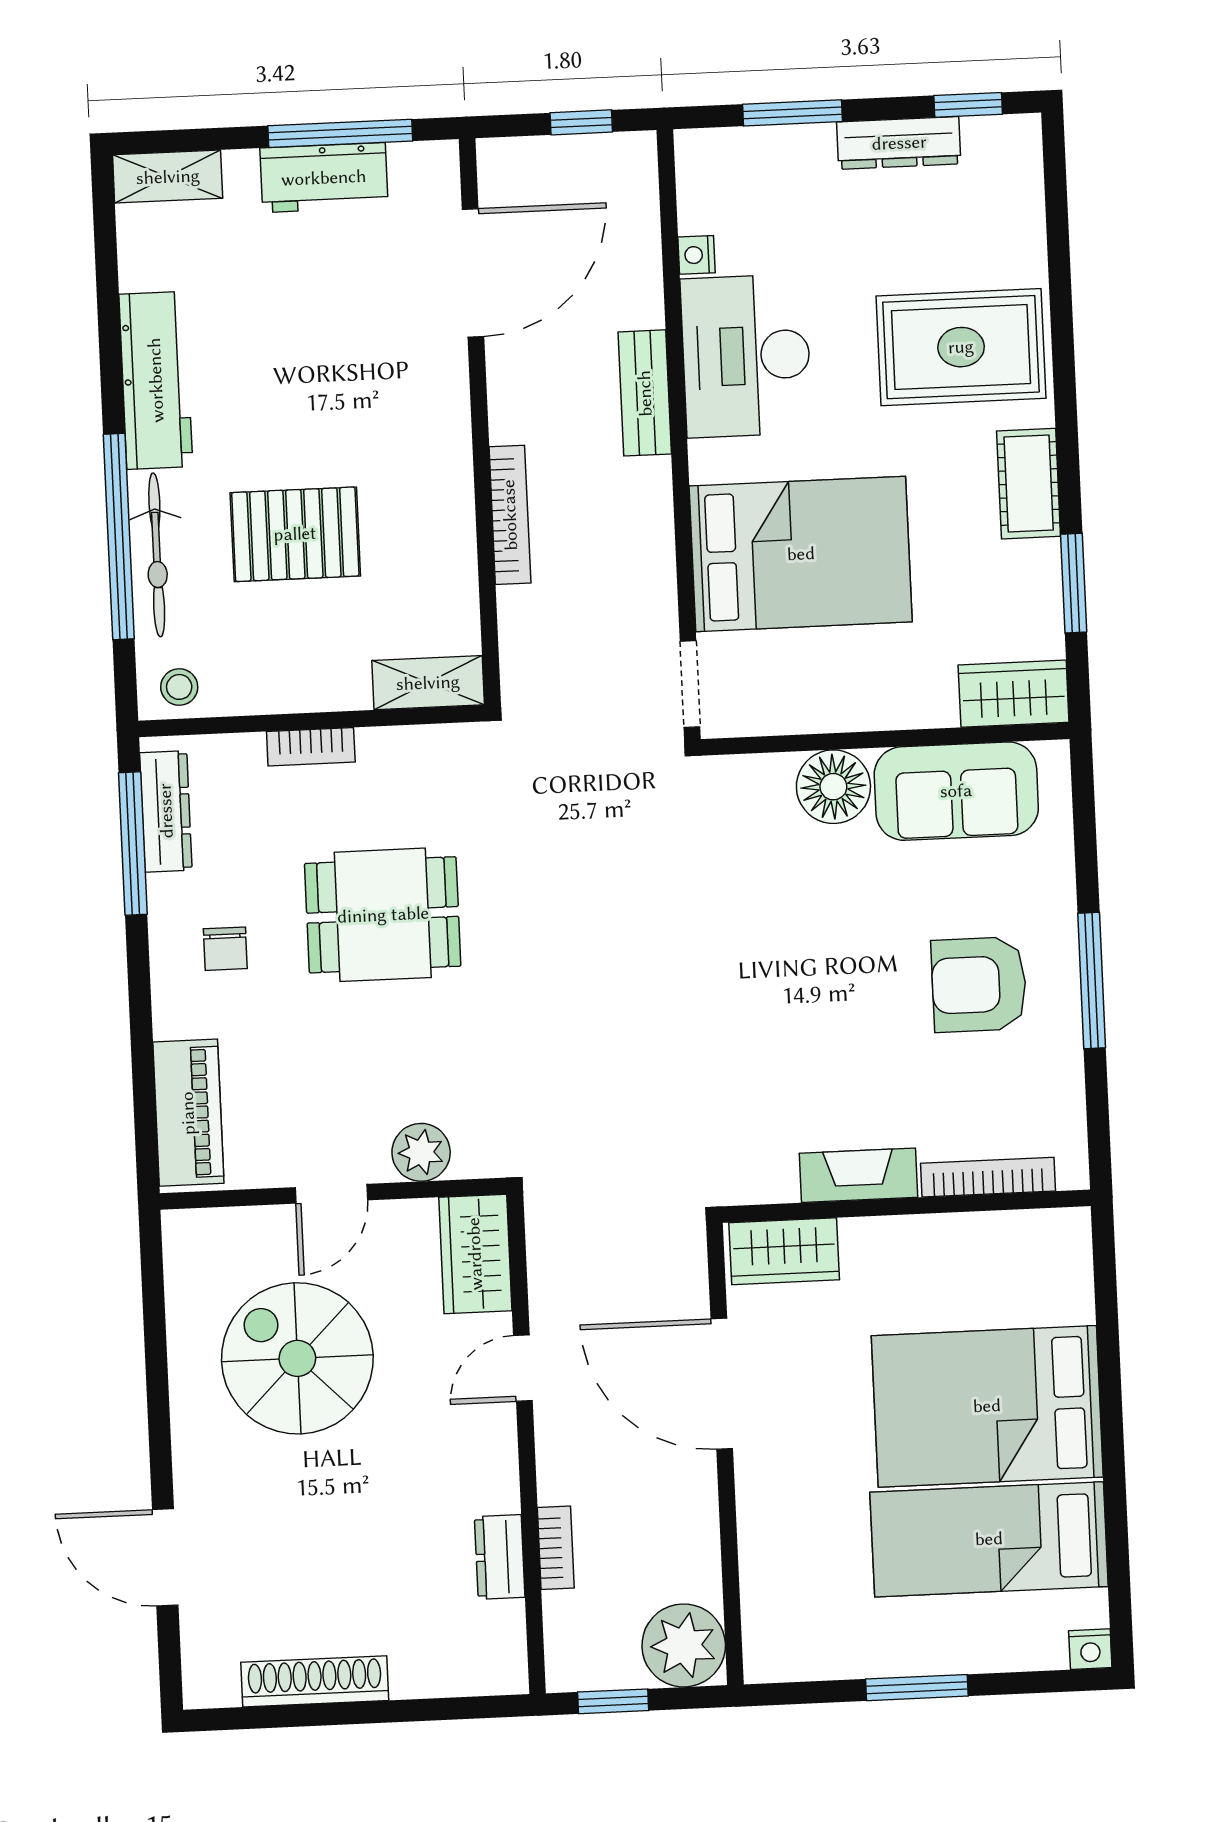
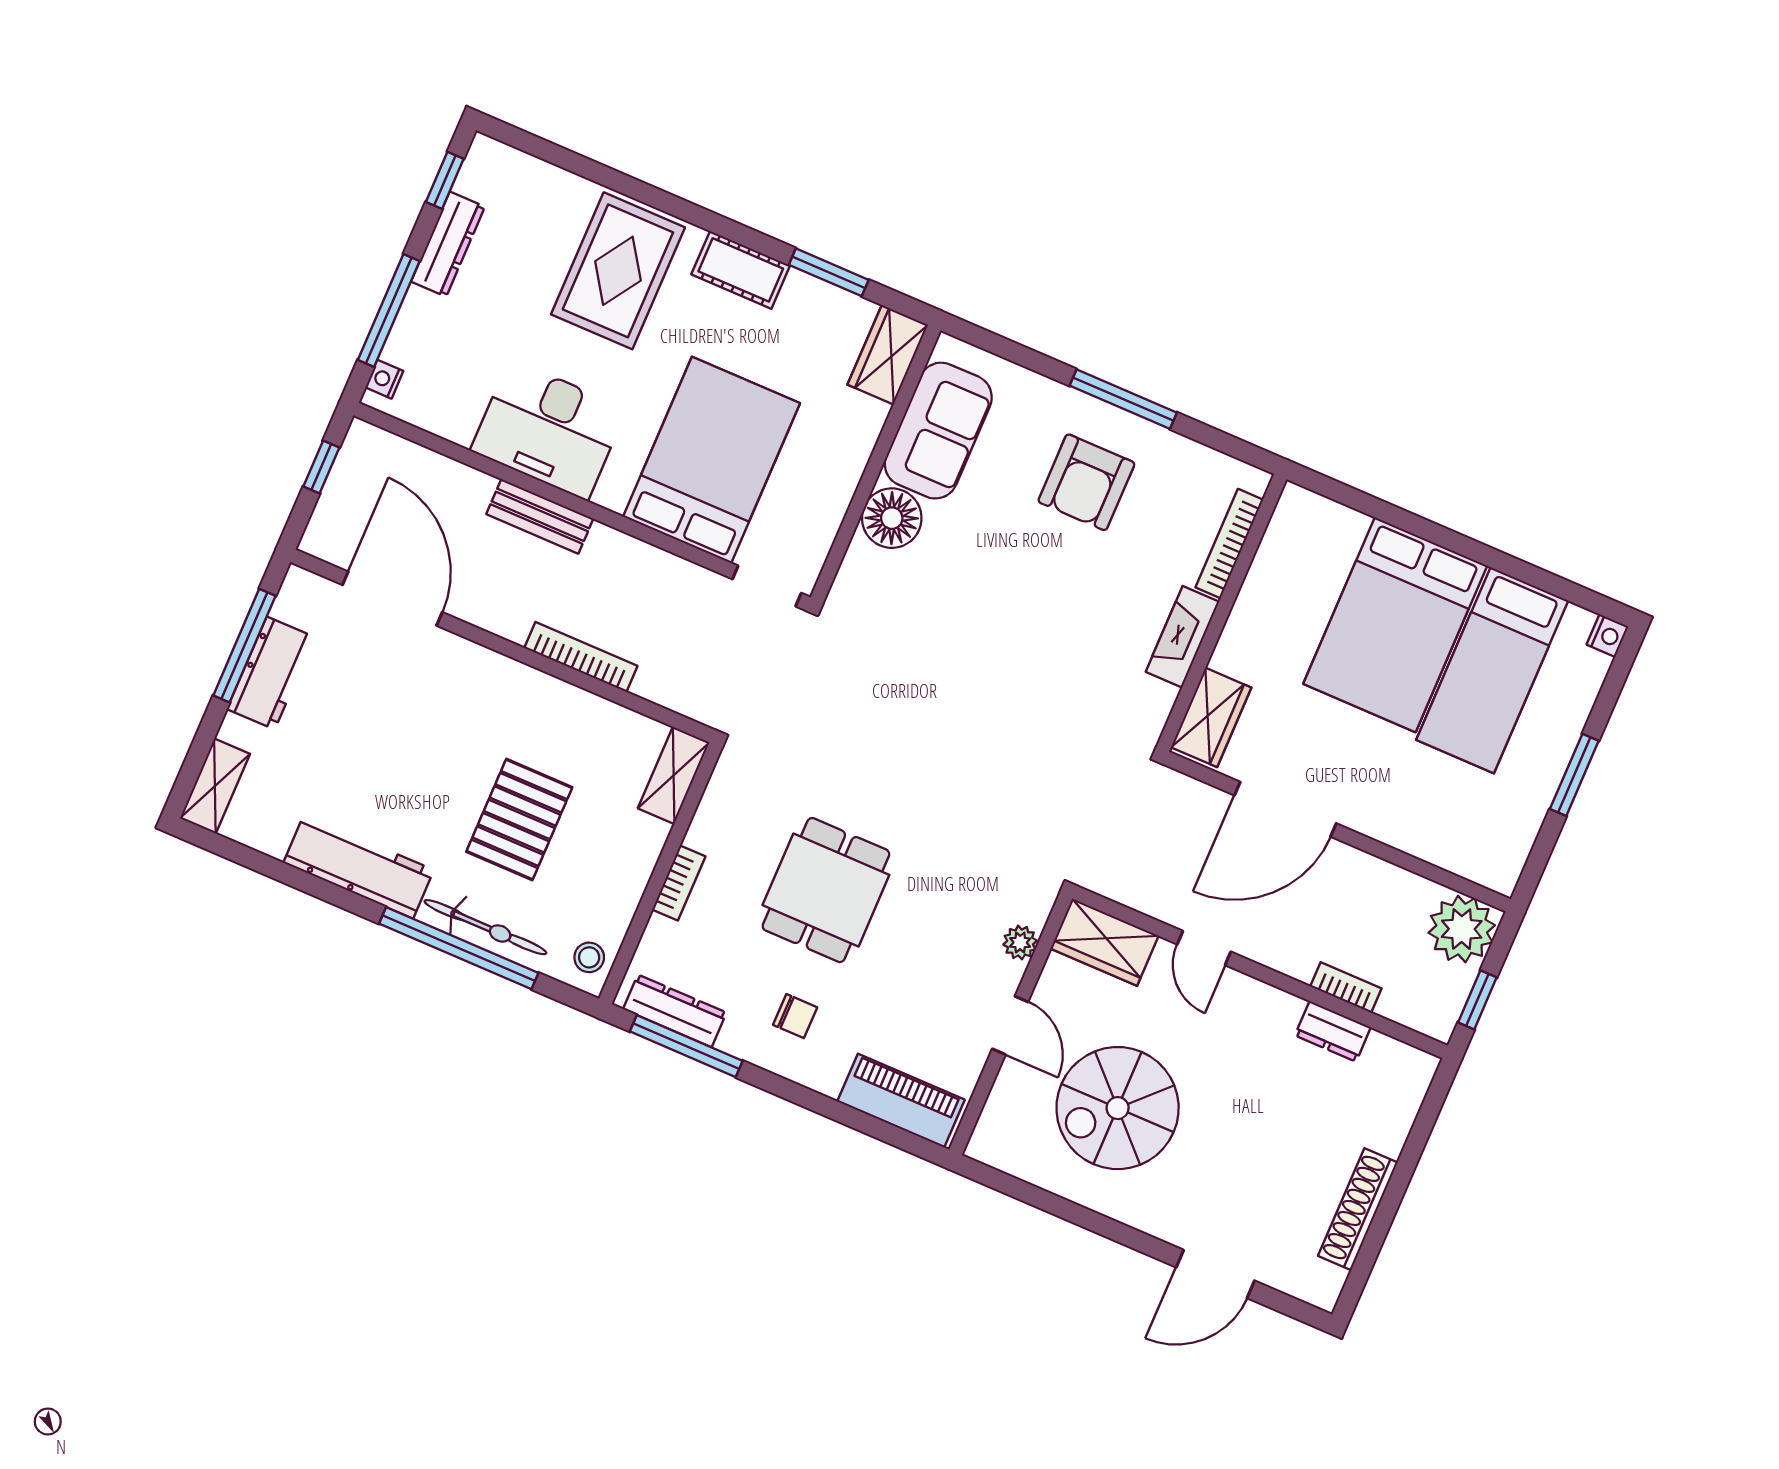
window: (793, 113) -> (389, 310), width x1.44
nightstand: (696, 255) -> (384, 379), moved, turned 90
plant: (421, 1152) -> (1020, 943), width x0.73, depth x0.73

